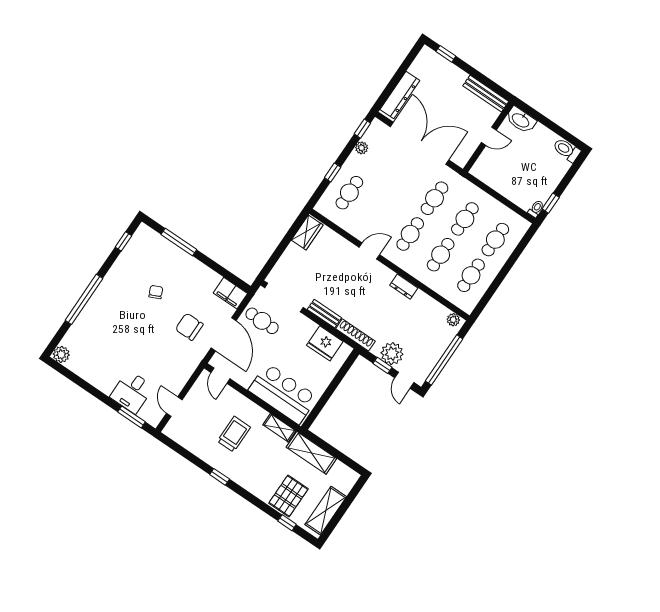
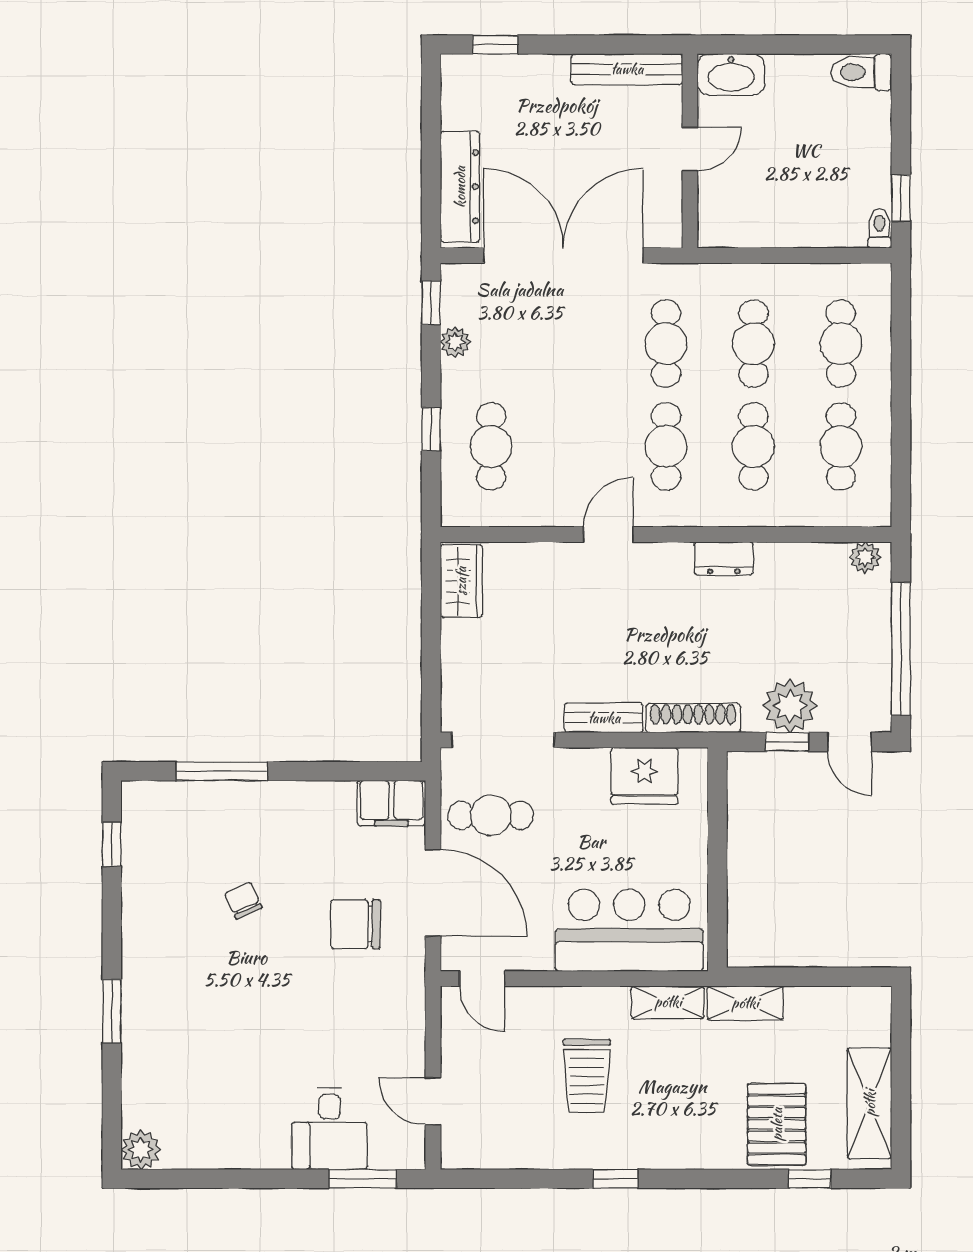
window: (84, 299) -> (112, 1011), width x0.47
trolley: (234, 434) -> (587, 1076), turned 180
shelving: (311, 453) -> (745, 1003), width x0.67, depth x0.75

